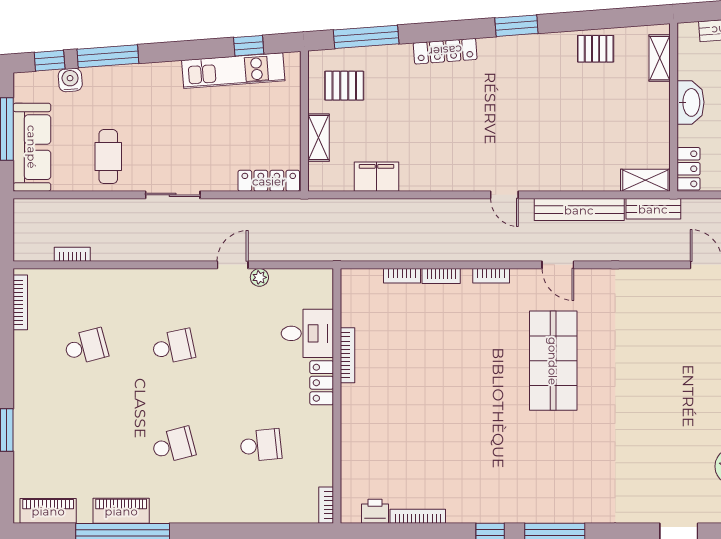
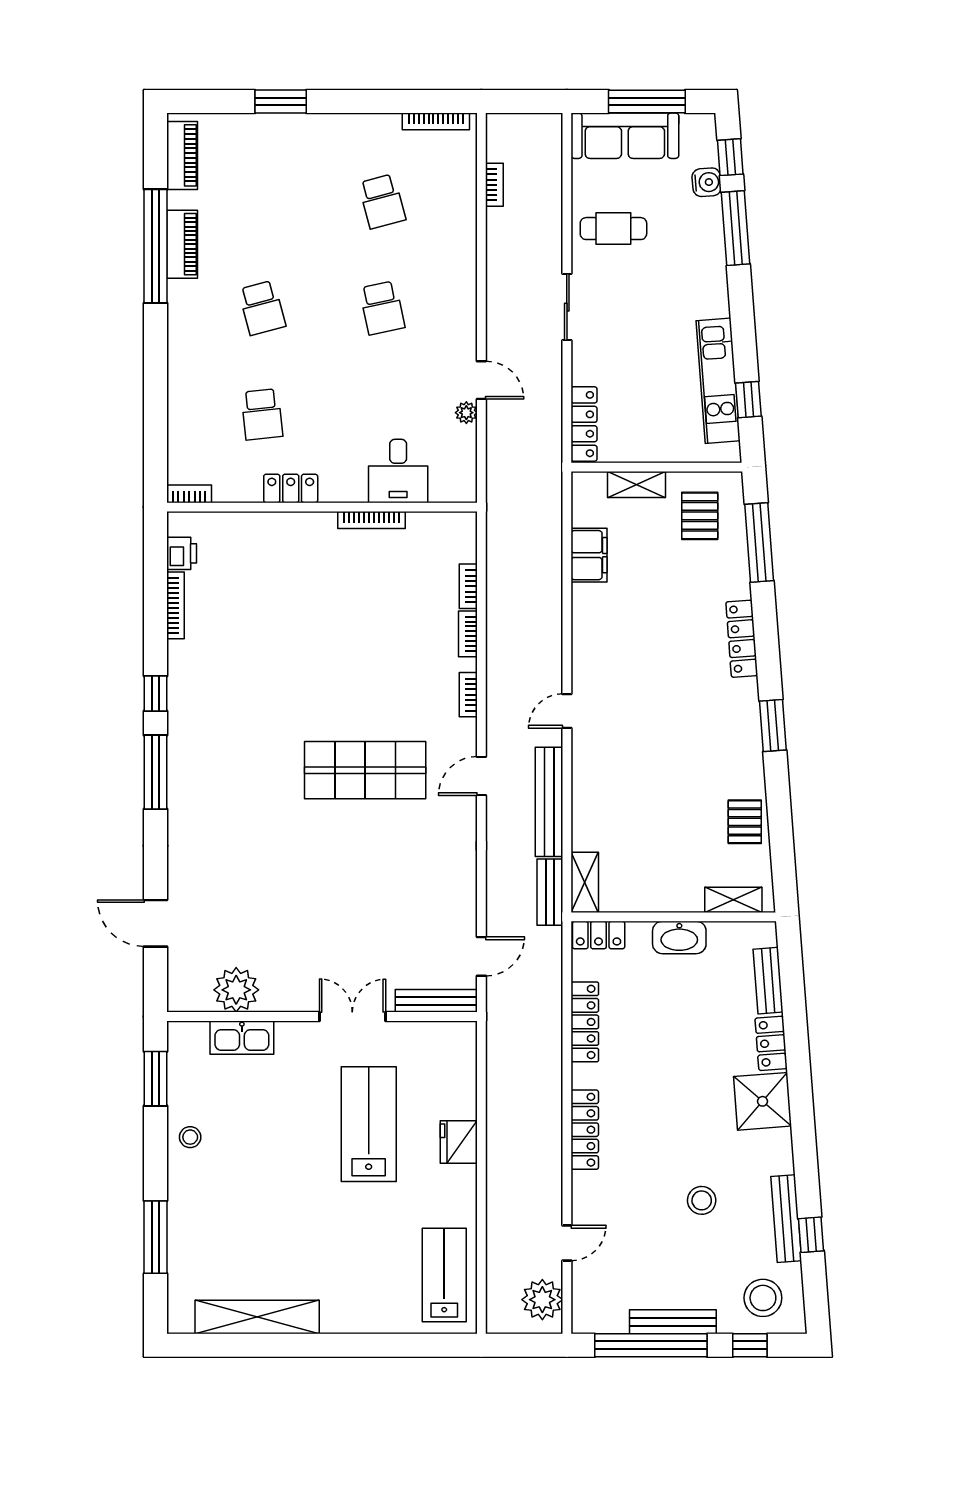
locker: (322, 383) -> (291, 488), moved

